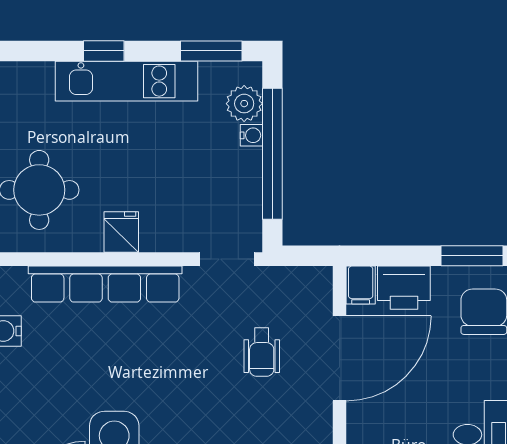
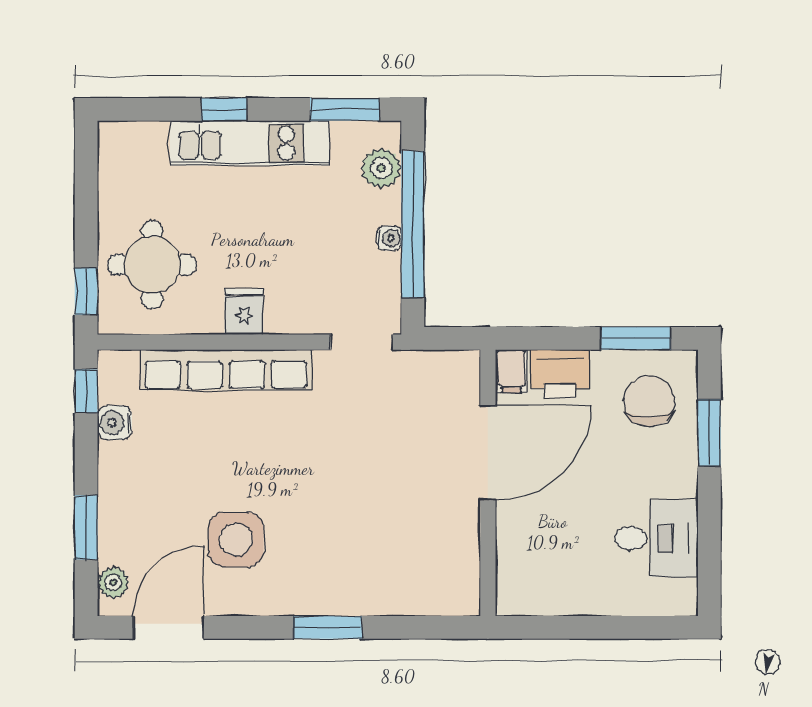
water cooler: (251, 135) -> (389, 238), moved
wheelchair: (262, 352) -> (401, 446), removed

